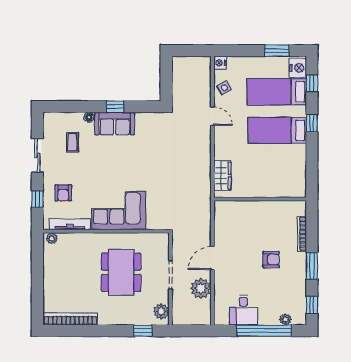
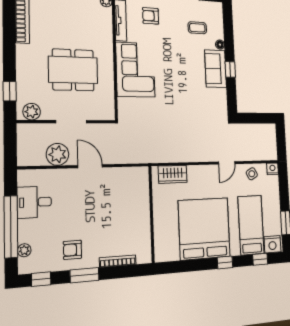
bed: (277, 130) -> (204, 229), width x2.04
armchair: (271, 260) -> (72, 250), moved, turned 90

